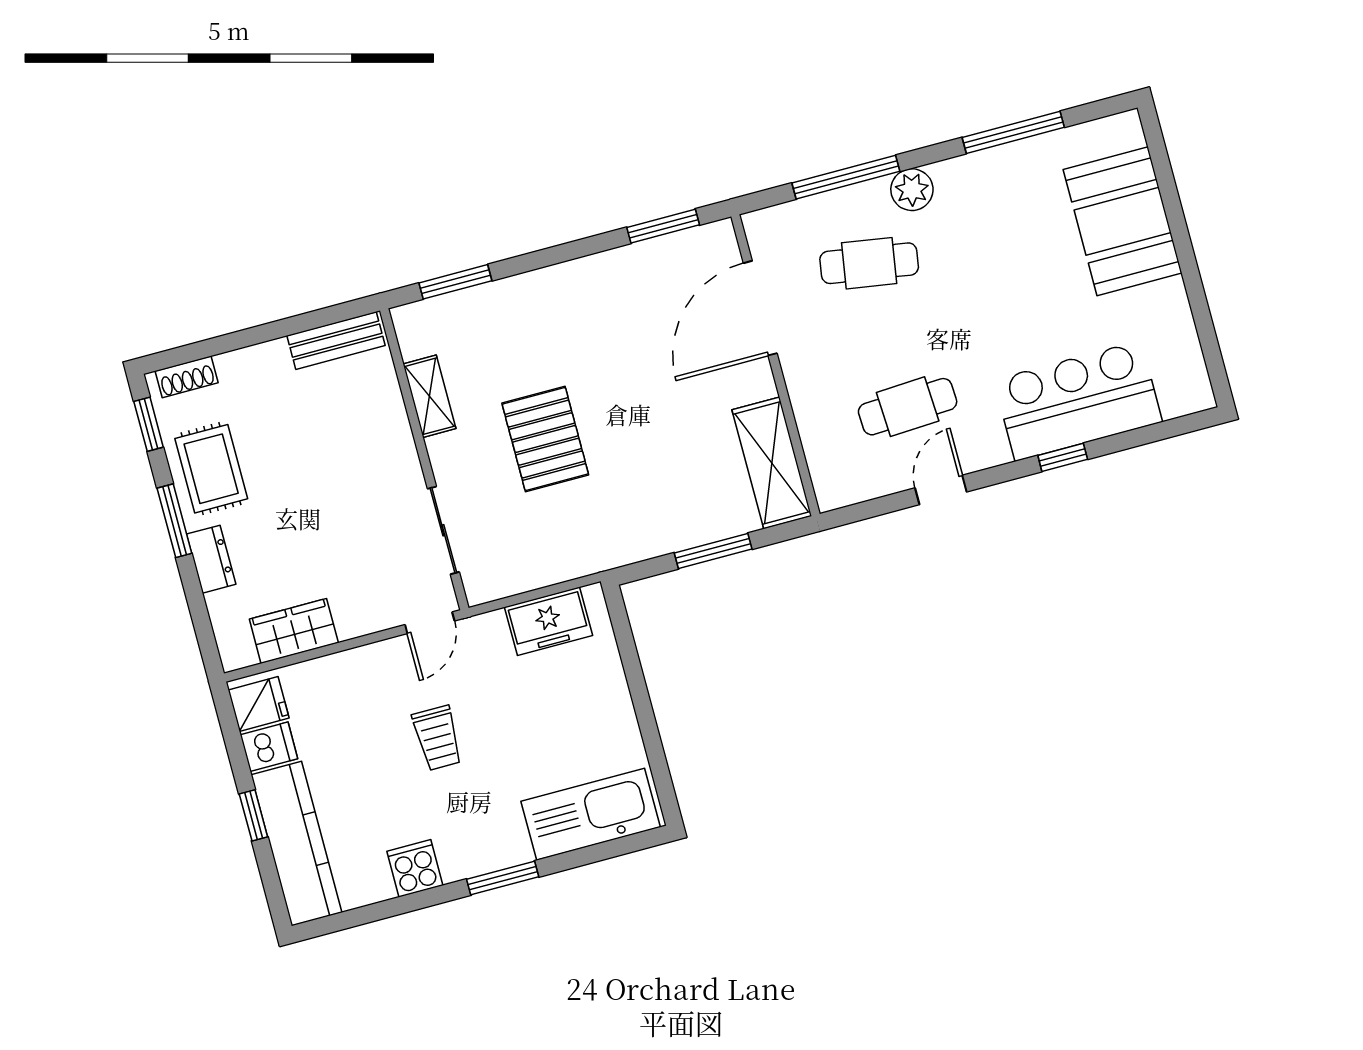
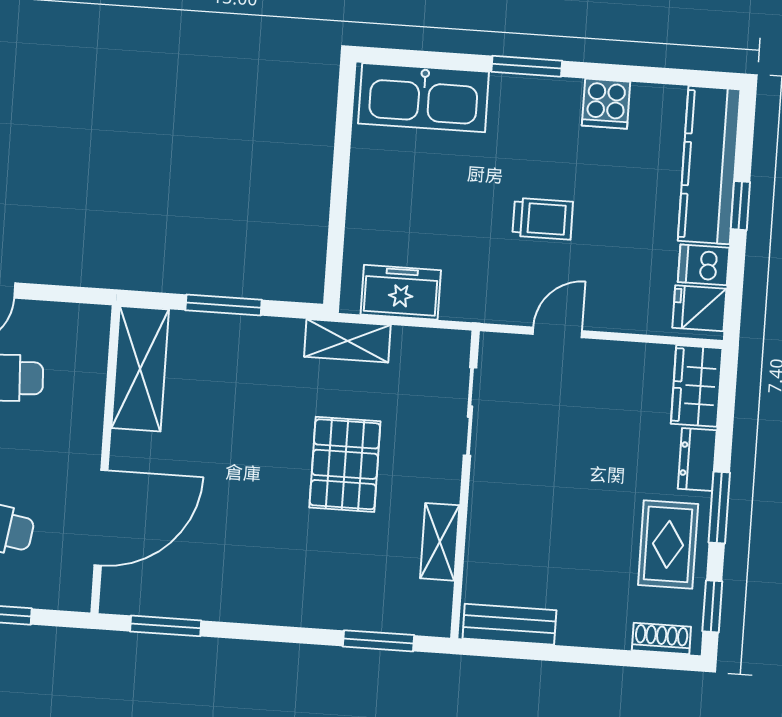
shelving: (583, 558) -> (347, 341), added
door: (430, 623) -> (557, 332), moved
wardrobe: (294, 631) -> (697, 386), moved, turned 90
trolley: (437, 738) -> (543, 219), turned 90

